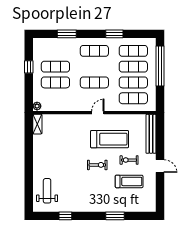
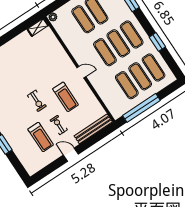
window: (160, 66) -> (141, 108), moved
exercise mat: (133, 98) -> (118, 43), moved
treadmill: (110, 139) -> (66, 97), width x0.73, depth x0.73
door: (160, 166) -> (71, 155), swing flipped

